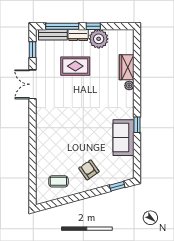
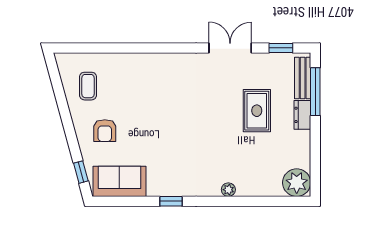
window: (93, 26) -> (315, 137), removed
plant: (99, 39) -> (297, 183), moved
wardrobe: (127, 67) -> (255, 186), removed
sofa: (124, 138) -> (119, 181), moved
armchair: (89, 170) -> (105, 131), turned 125

